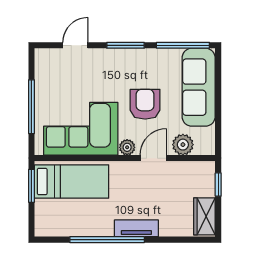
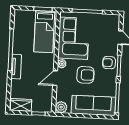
armchair: (121, 63) -> (109, 63), added
plant: (183, 145) -> (61, 107), moved
door: (153, 158) -> (55, 78), swing flipped

